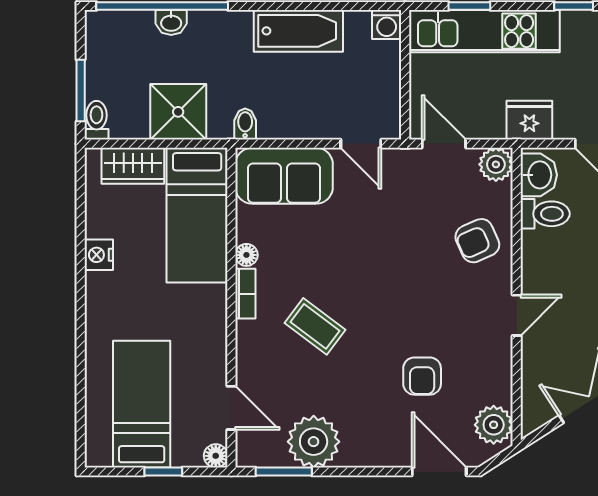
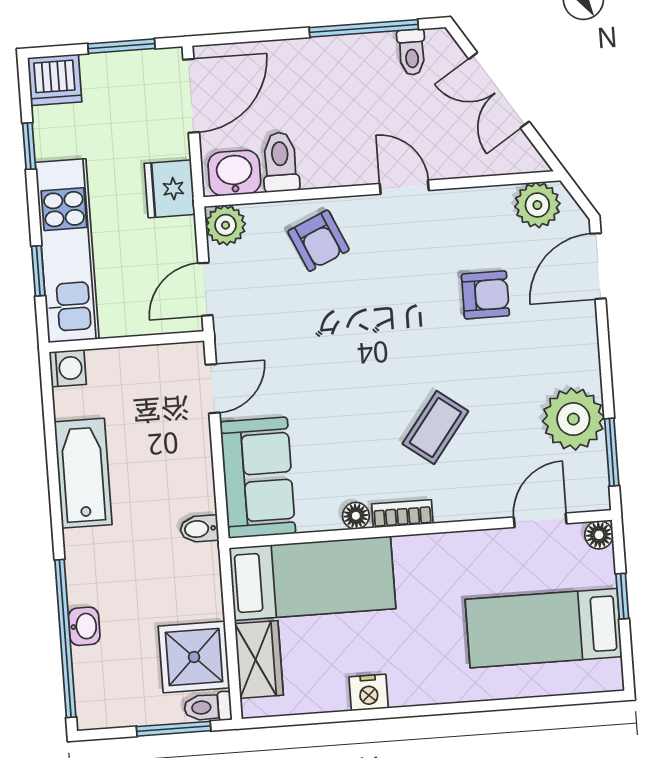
shower: (178, 112) -> (194, 657), moved

